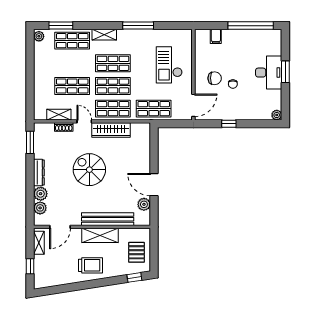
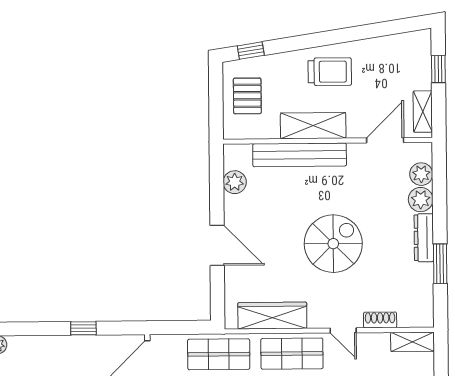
shelving: (59, 115) -> (412, 342), moved
wardrobe: (111, 130) -> (272, 316), moved
window: (30, 142) -> (440, 264), moved
spiral stairs: (89, 170) -> (333, 244), turned -90
door: (154, 185) -> (217, 245), moved
trolley: (90, 265) -> (330, 72), turned 180

